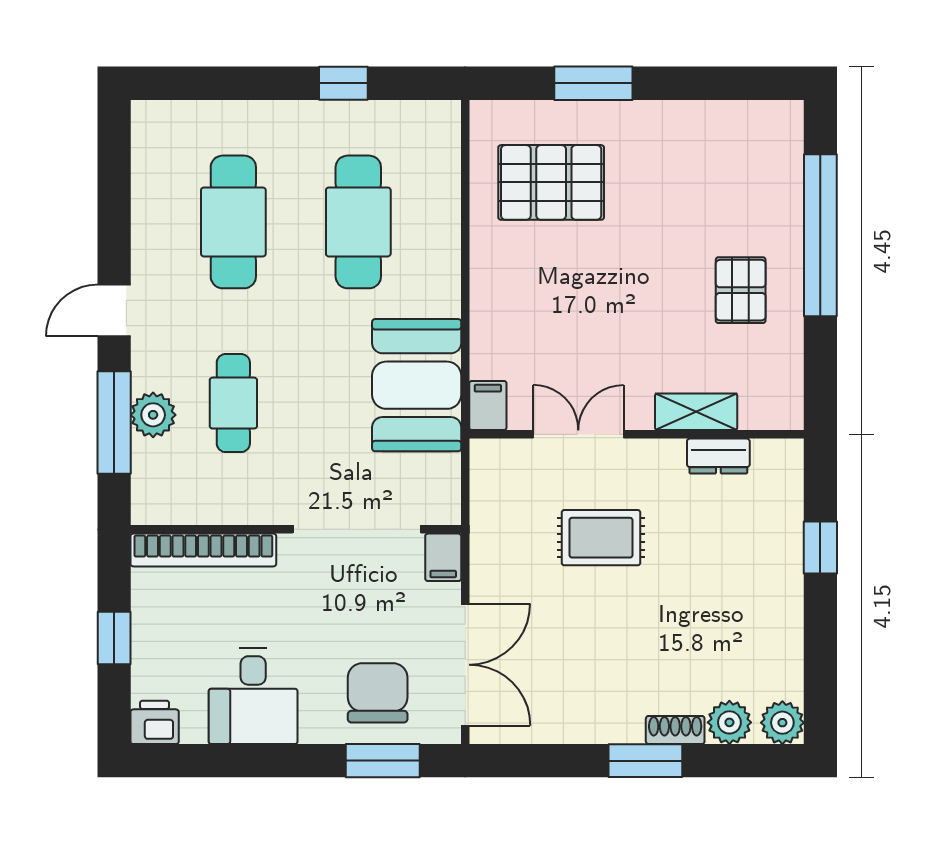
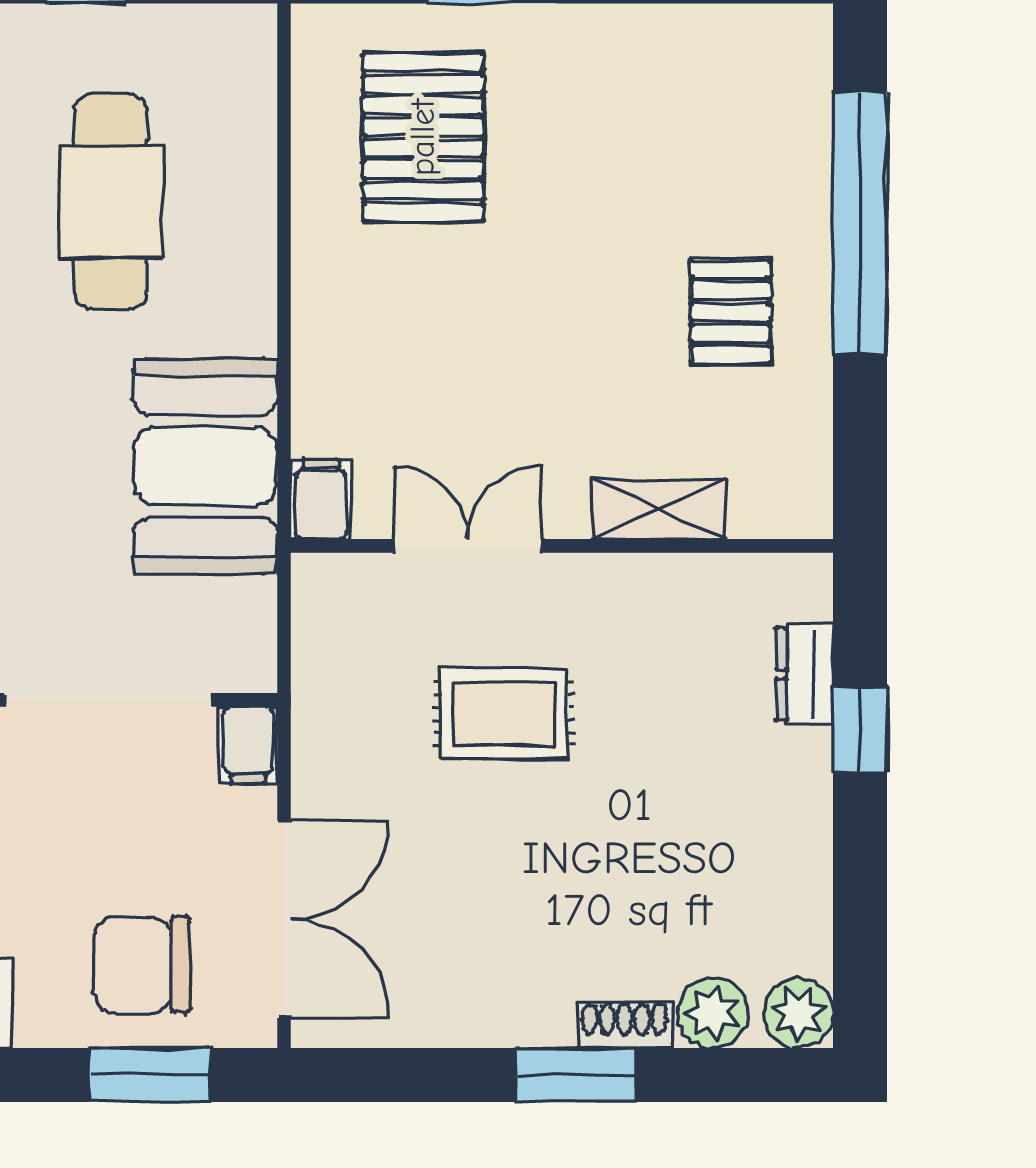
pallet: (551, 182) -> (423, 137), turned 90
dresser: (718, 456) -> (805, 674), moved, turned 90
chair: (378, 693) -> (142, 965), turned -90

